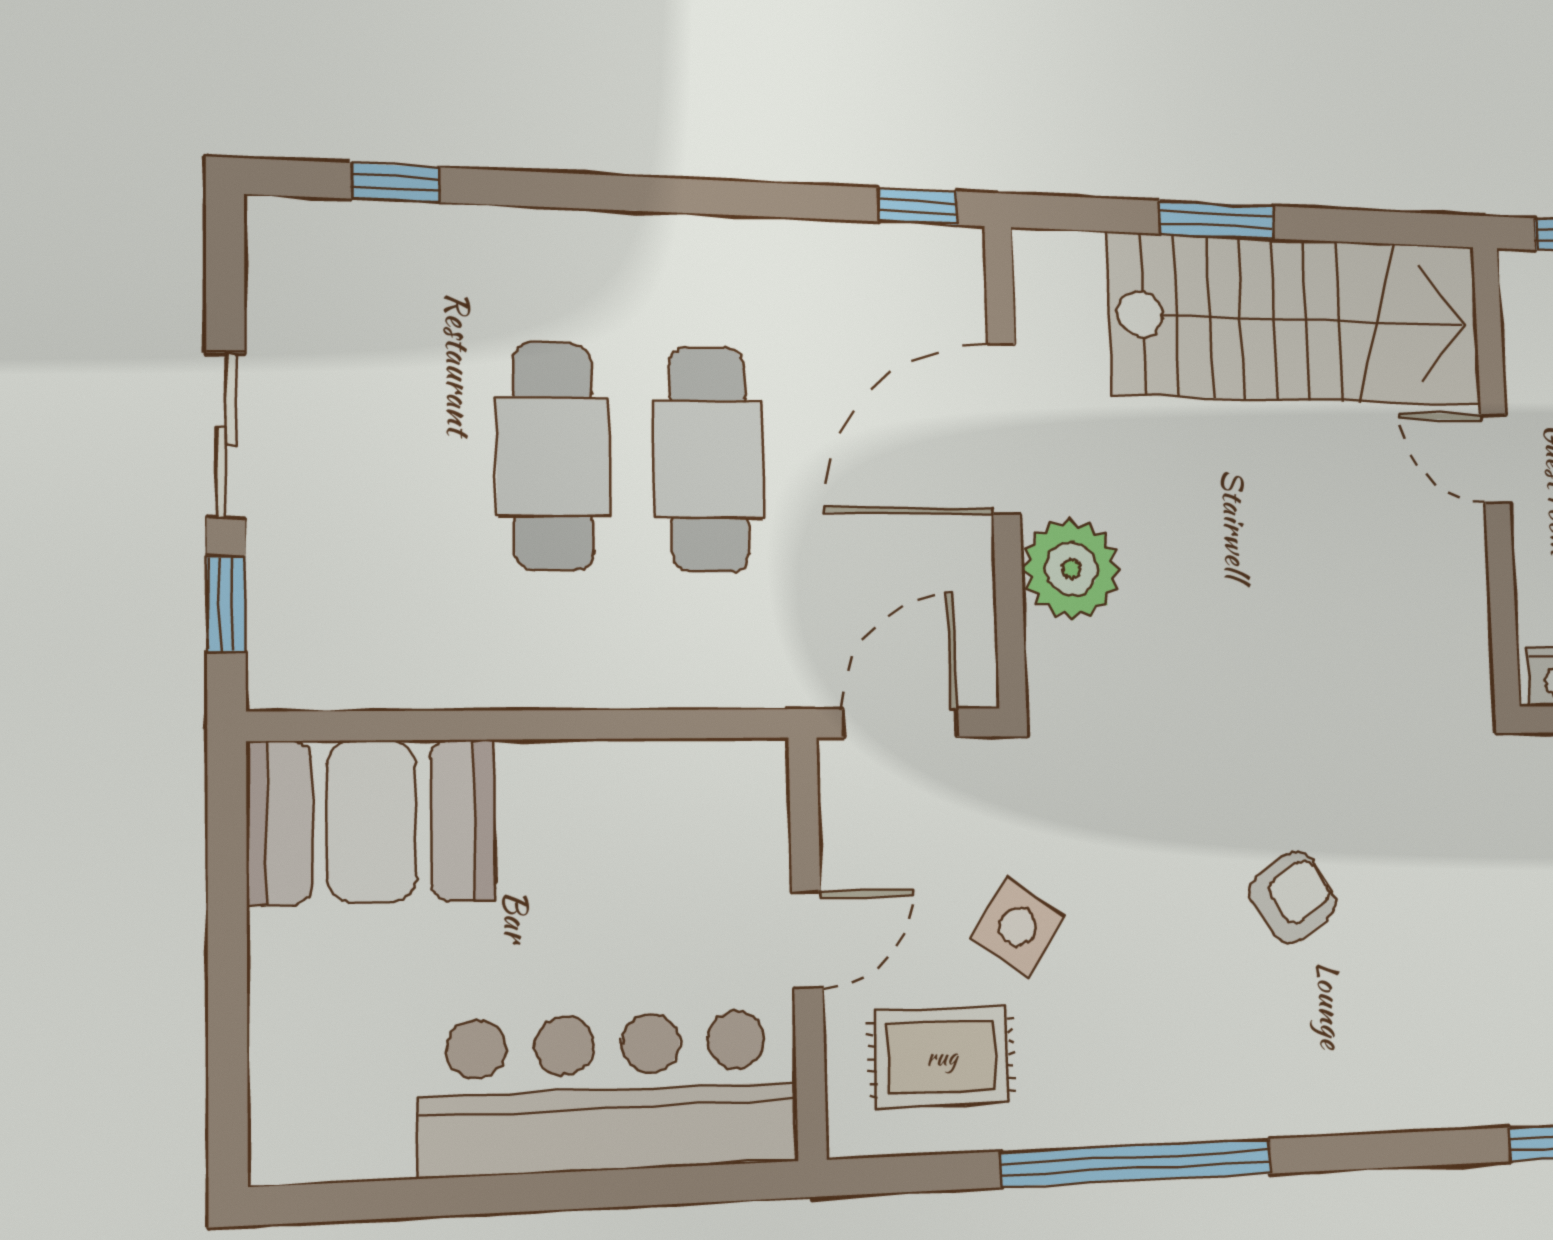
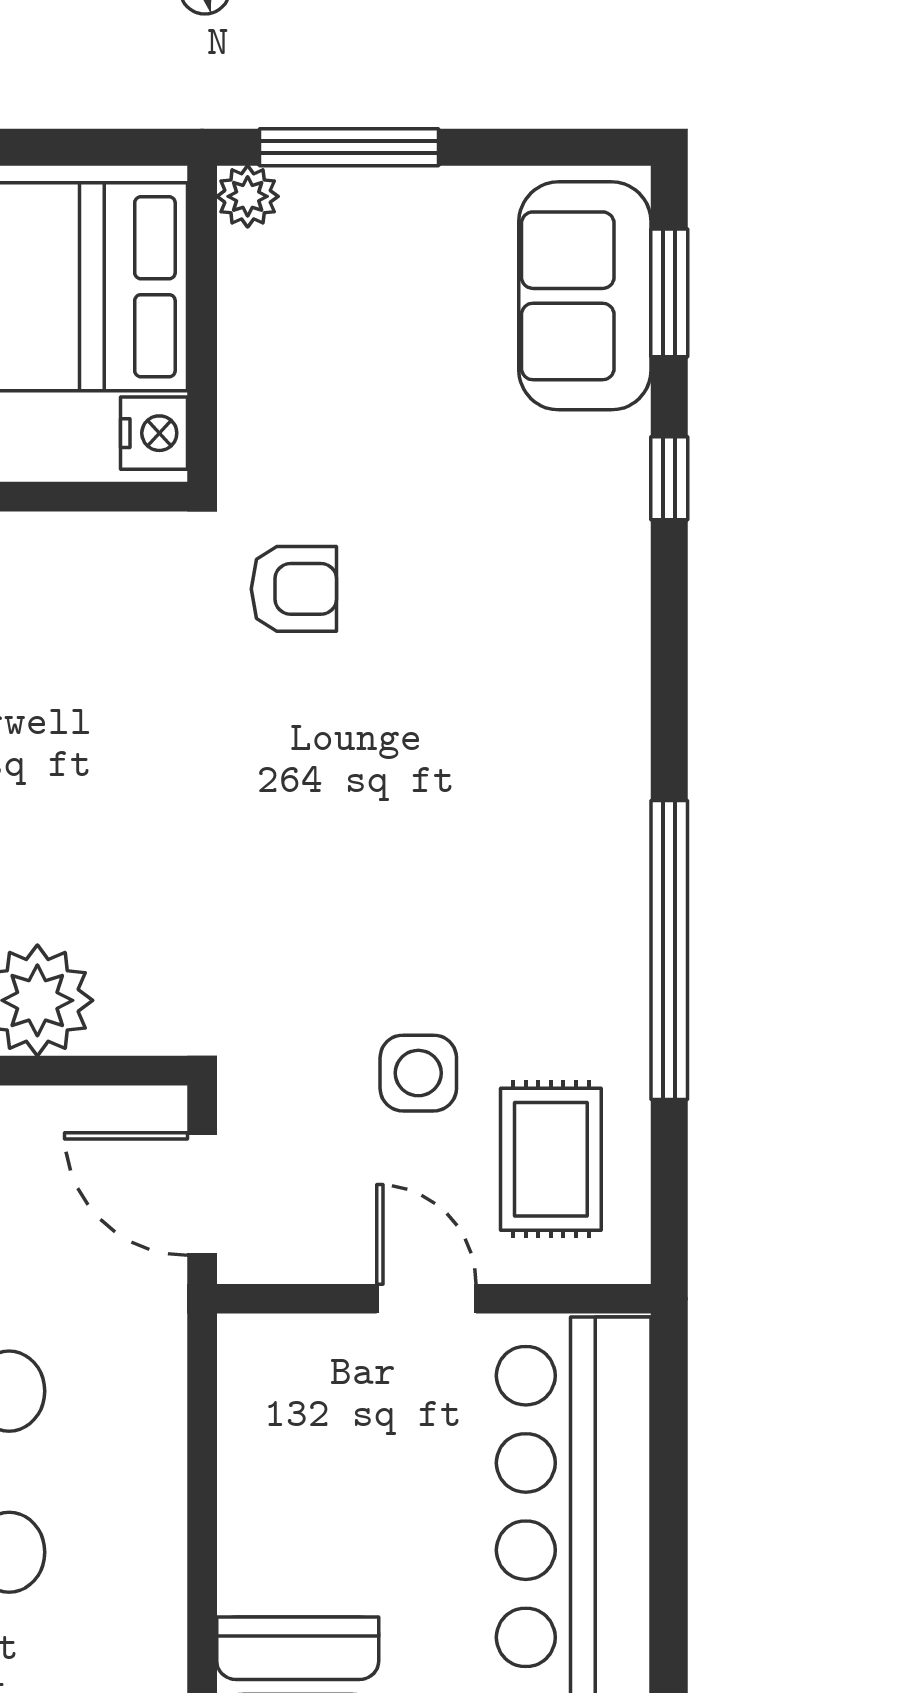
armchair: (1292, 897) -> (294, 589), moved, turned 124
side table: (1017, 927) -> (418, 1073), turned -35

